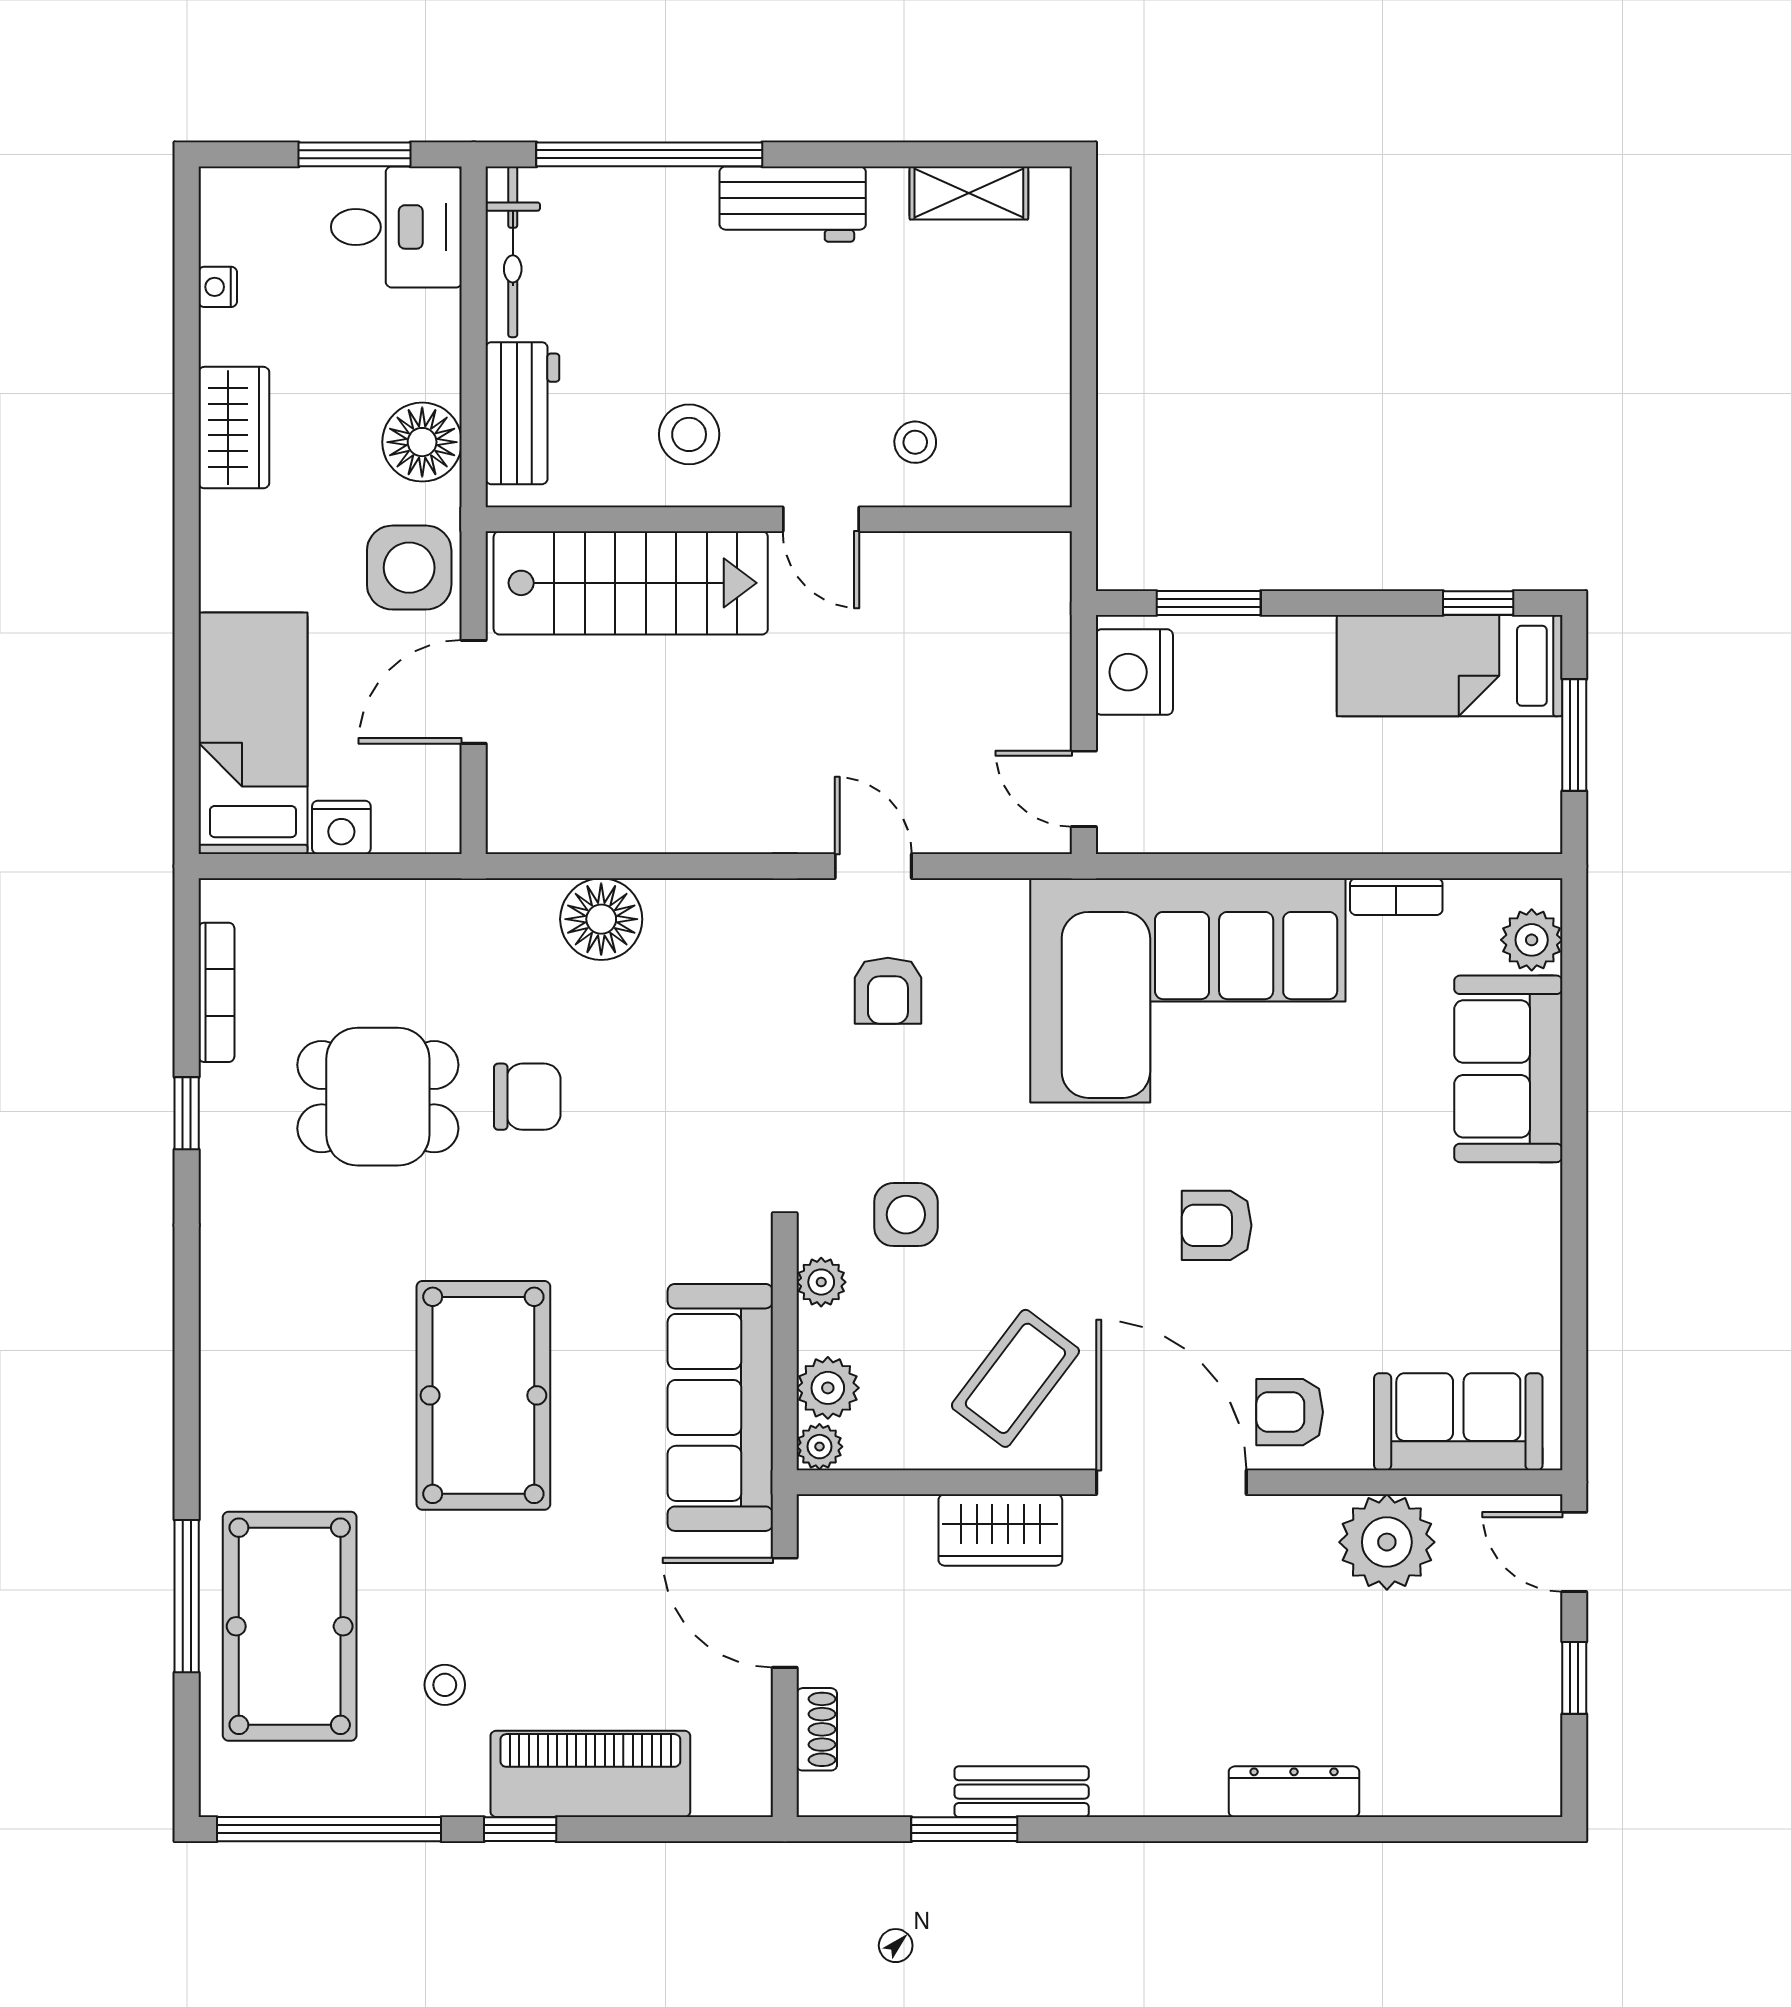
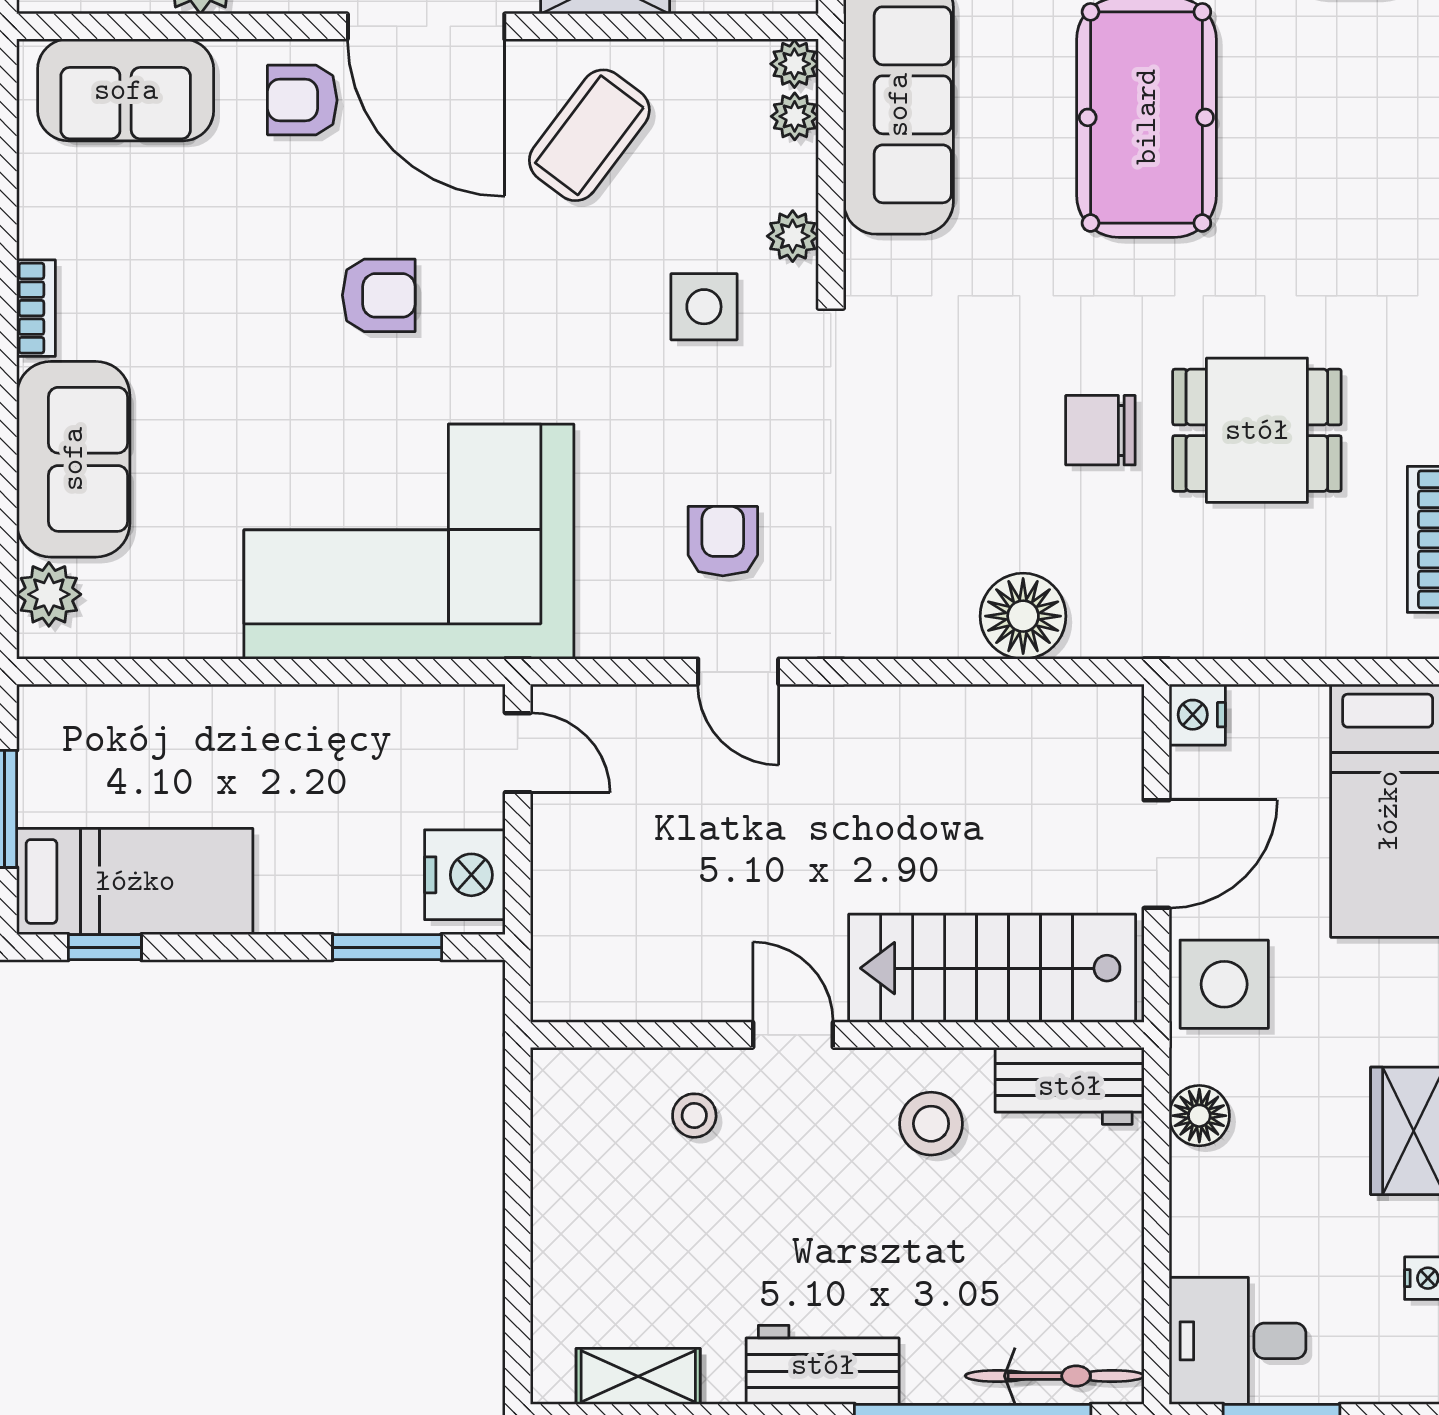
bicycle: (513, 252) -> (1055, 1376), moved, turned 90
workbench: (522, 413) -> (1070, 1086), moved, turned -90
floor lamp: (422, 442) -> (1199, 1116), width x0.73, depth x0.73
nightstand: (341, 827) -> (1197, 715), moved, turned -90
bookcase: (1396, 897) -> (36, 308), moved, turned 90
plant: (828, 1388) -> (795, 116), width x0.73, depth x0.73
armchair: (1290, 1412) -> (302, 100), turned 180

